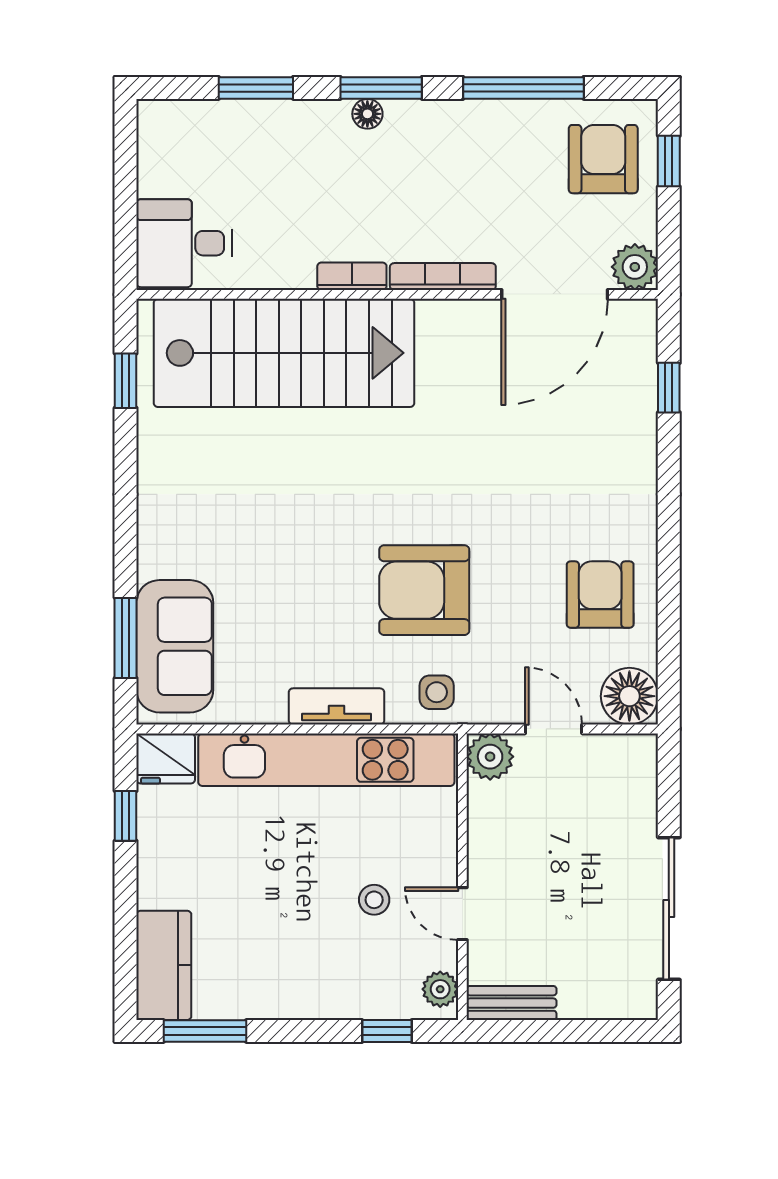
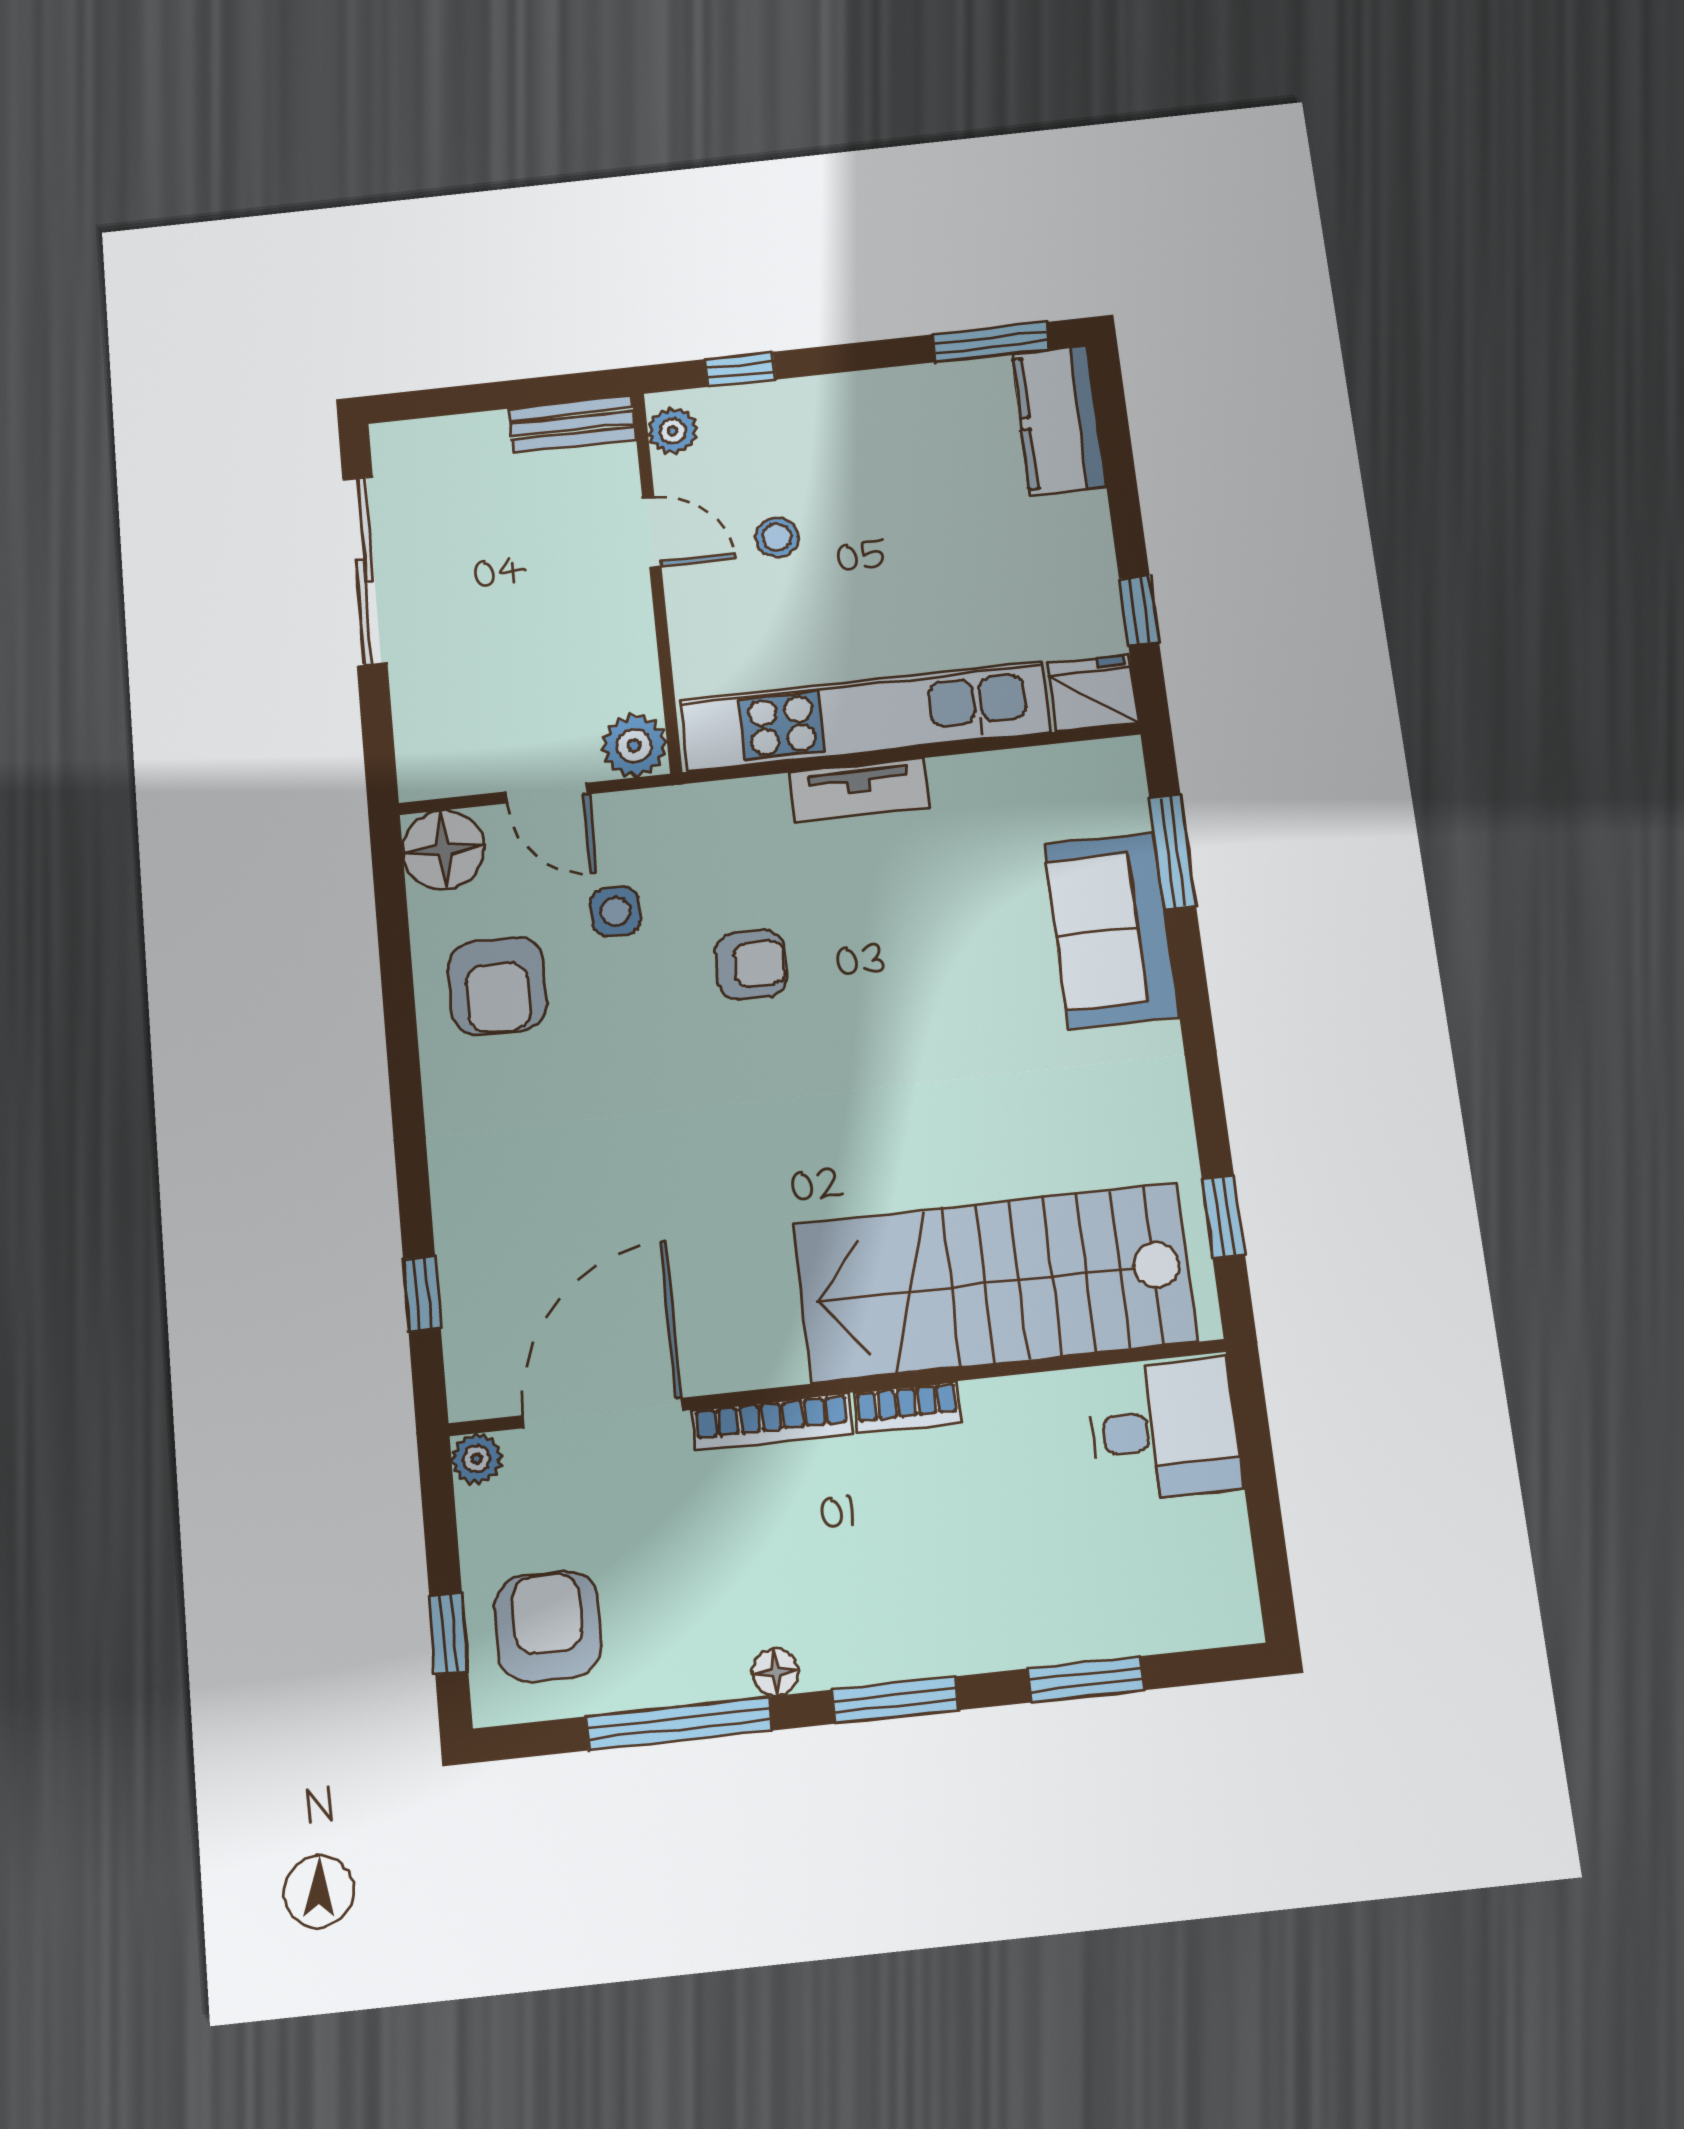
floor lamp: (367, 114) -> (776, 1672), moved
armchair: (603, 159) -> (548, 1626), turned 180
plant: (635, 267) -> (477, 1459), width x0.73, depth x0.73
armchair: (424, 590) -> (751, 965), width x0.53, depth x0.53
sofa: (175, 646) -> (1111, 930), moved
side table: (437, 692) -> (615, 911), moved

